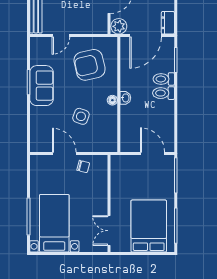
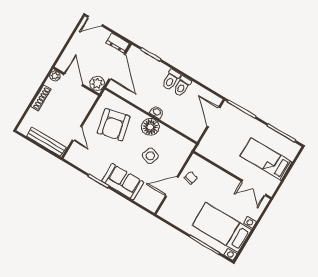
toilet: (164, 79) -> (182, 86), moved
sofa: (41, 86) -> (123, 182), moved
floor lamp: (112, 100) -> (150, 127), width x1.89, depth x1.89
door: (153, 154) -> (214, 117), hinge flipped
bed: (149, 226) -> (266, 159), width x0.67

